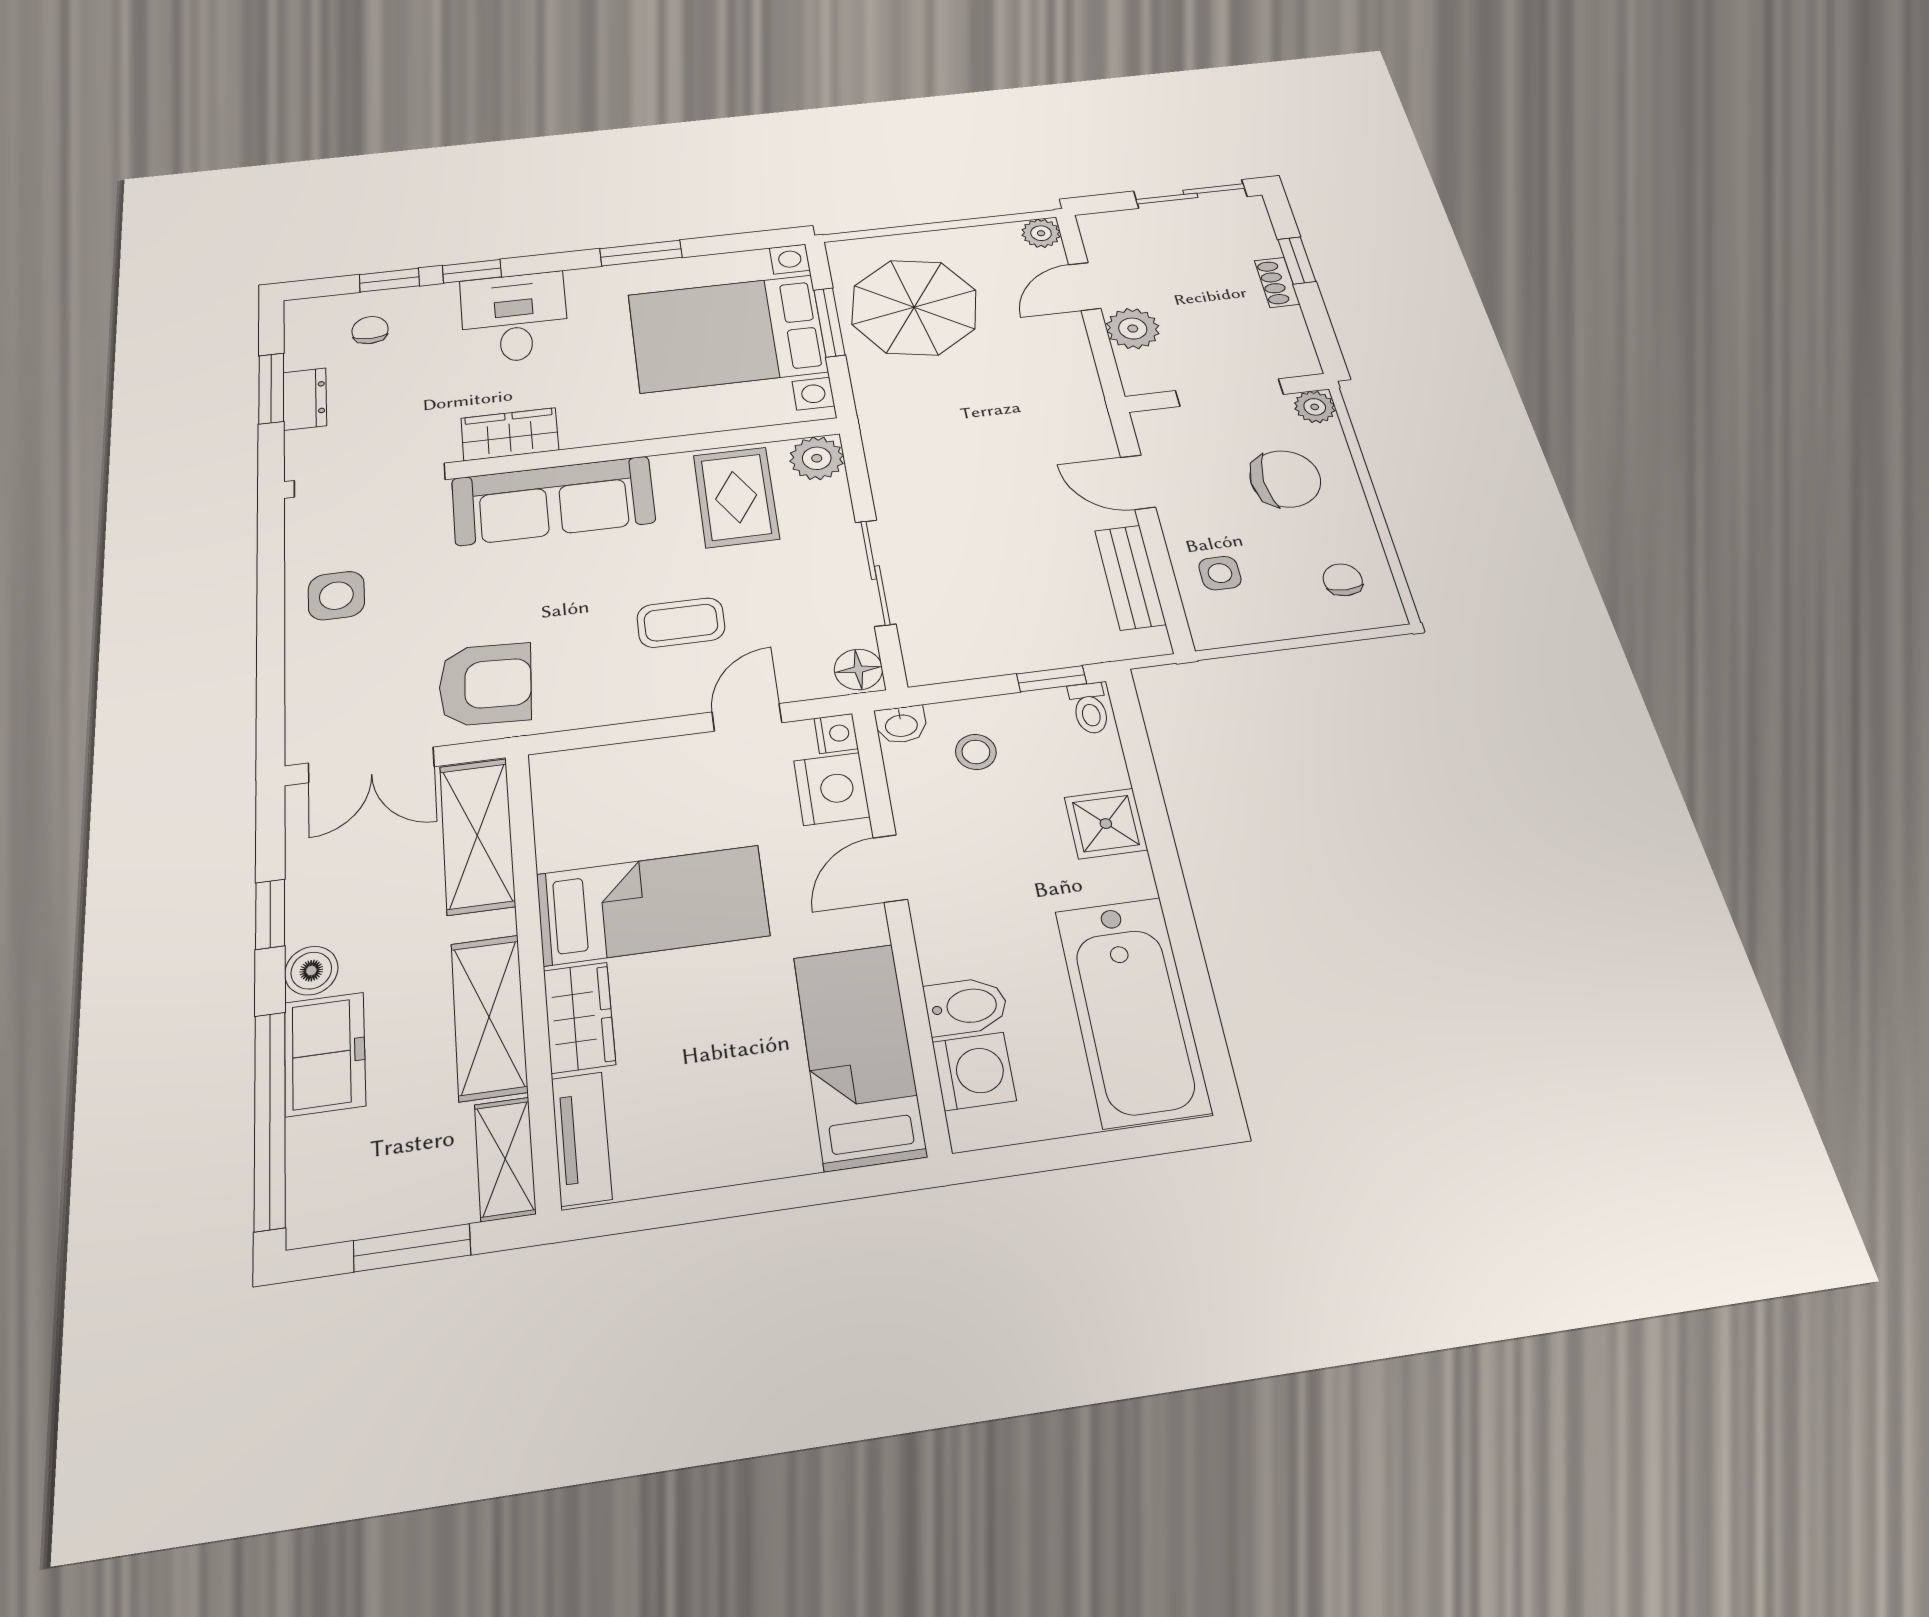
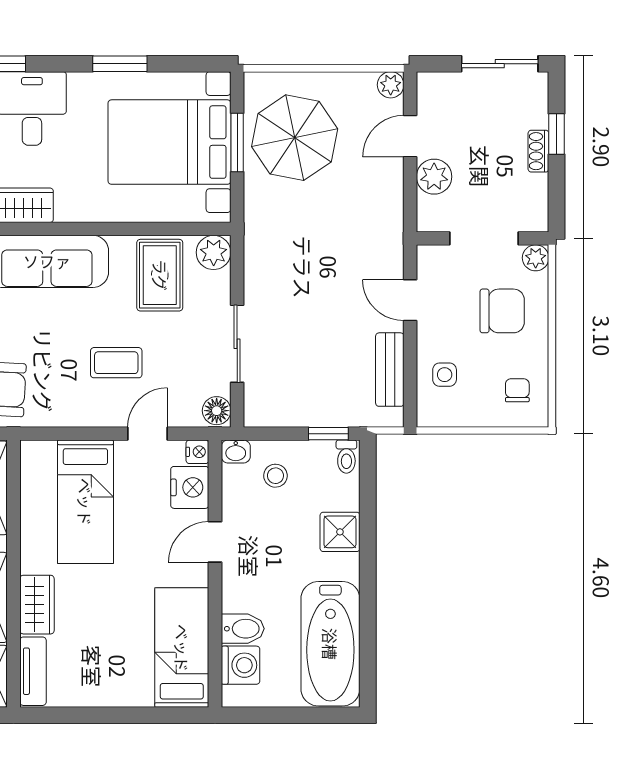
bed: (652, 905) -> (85, 502), moved, turned 90

